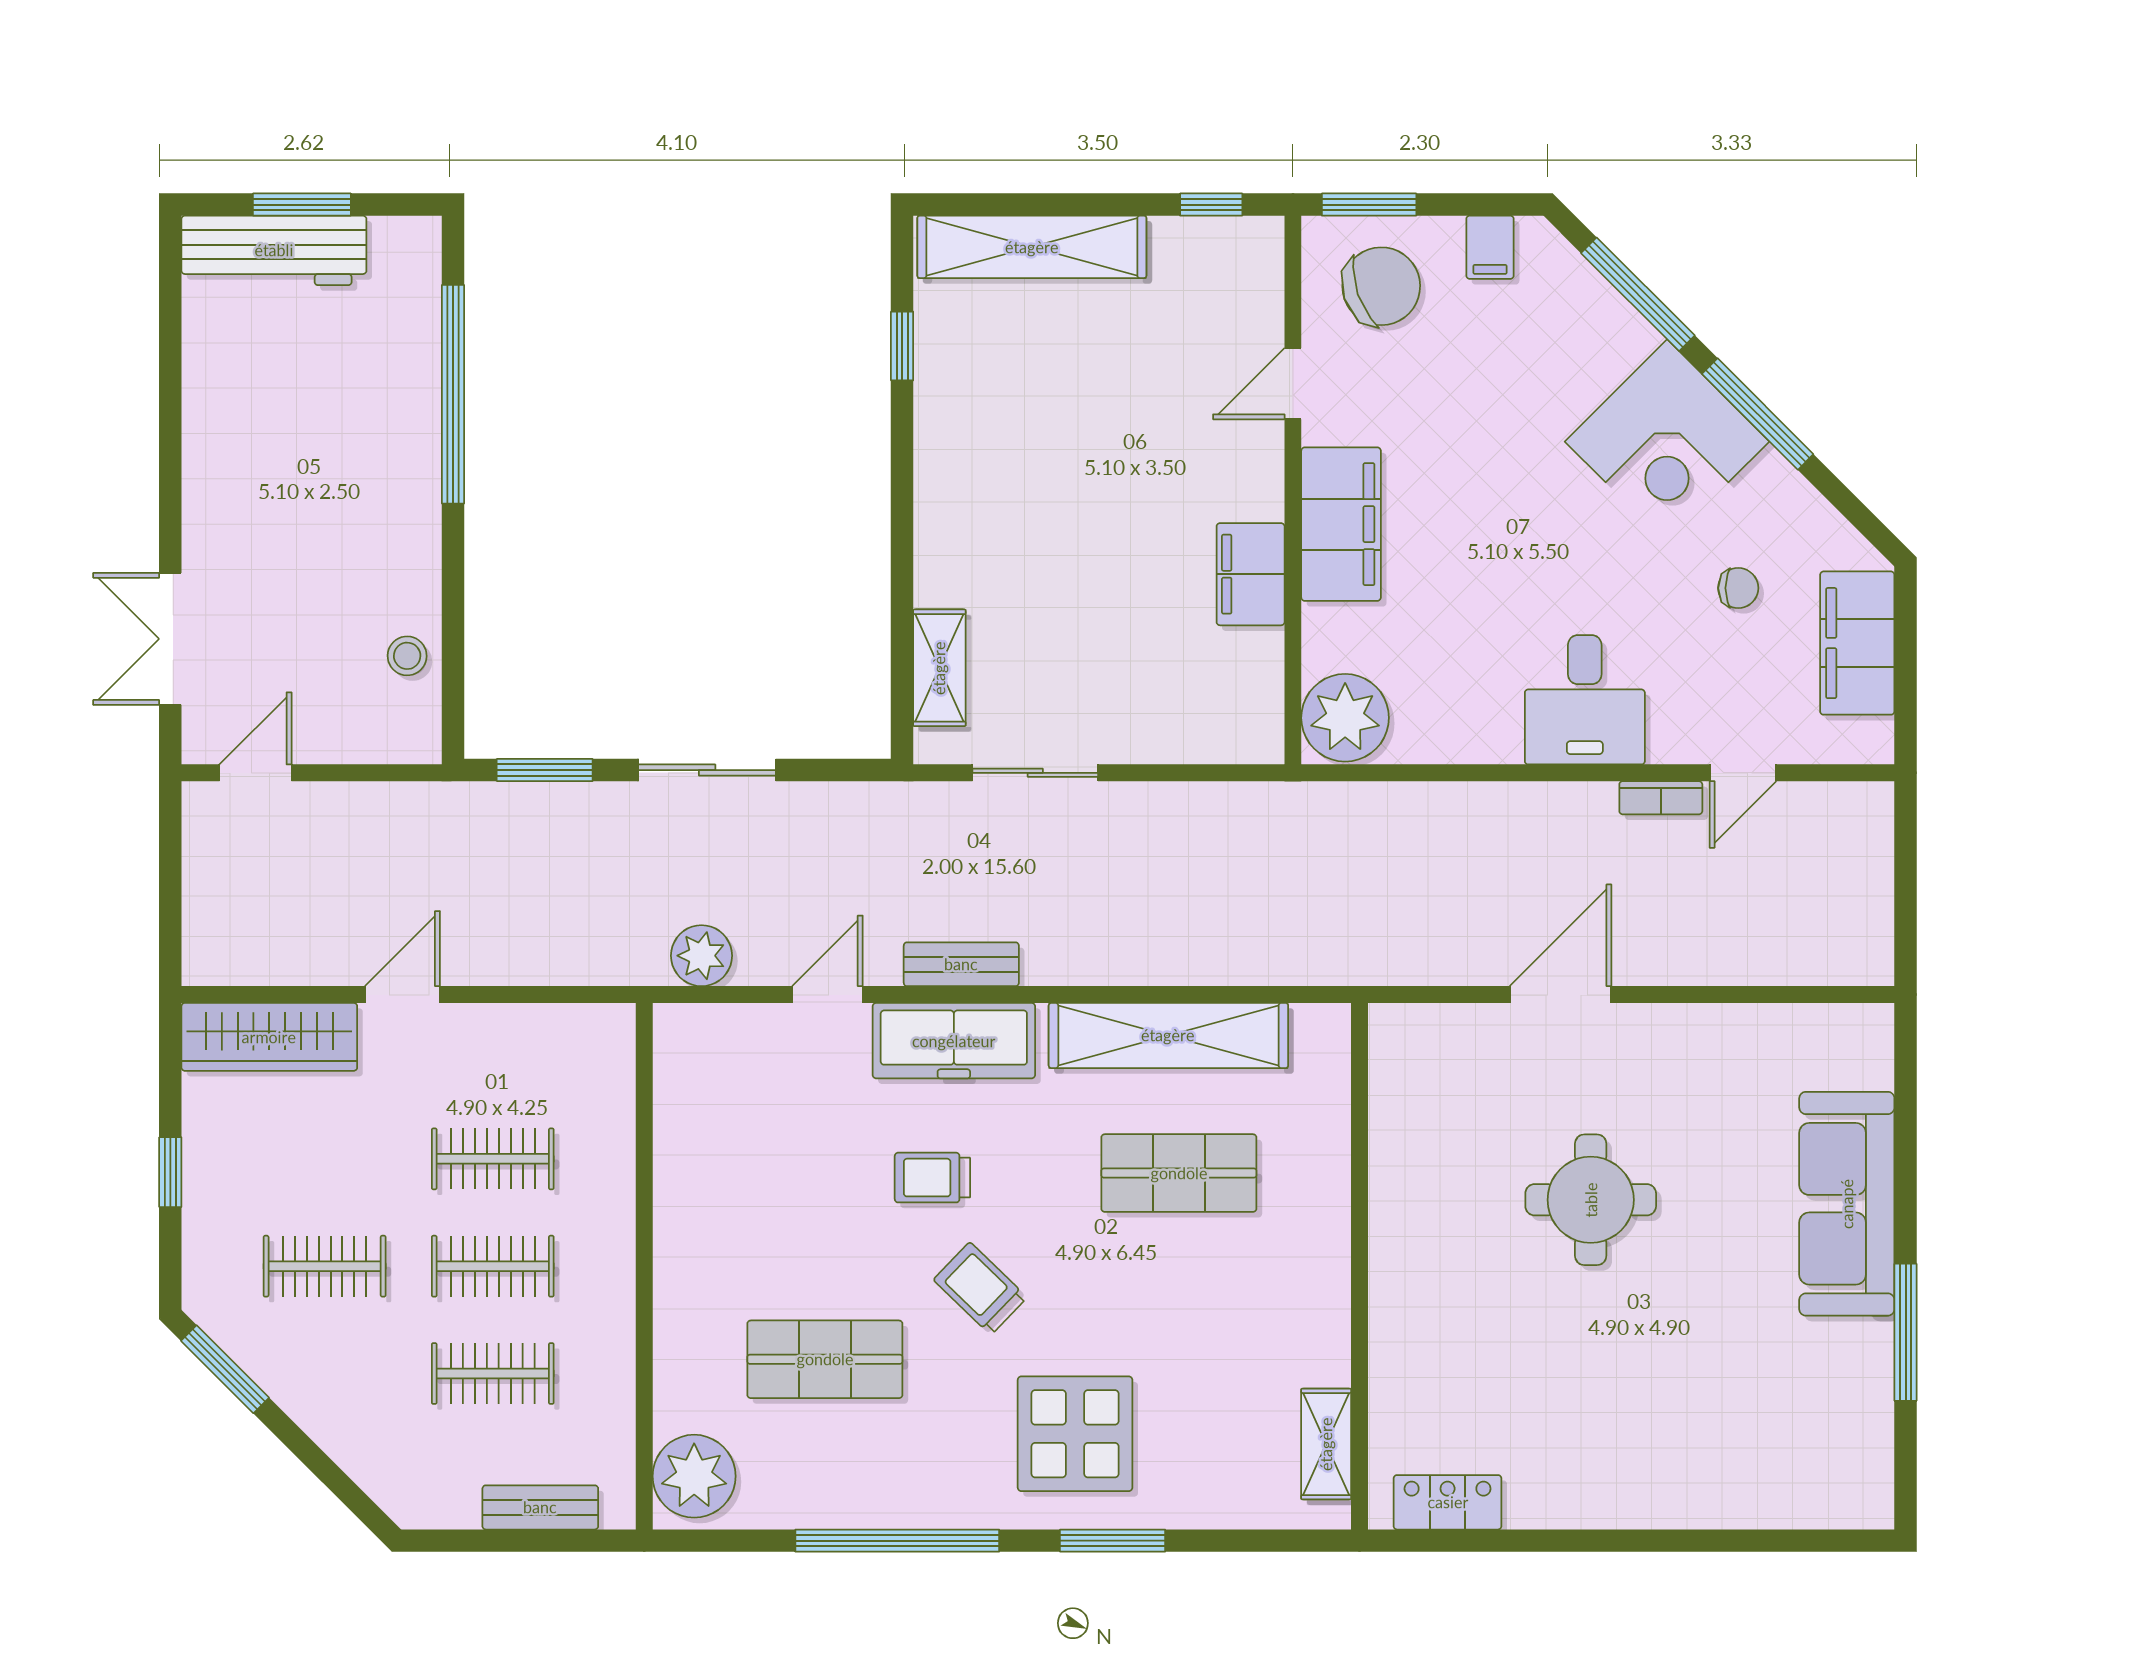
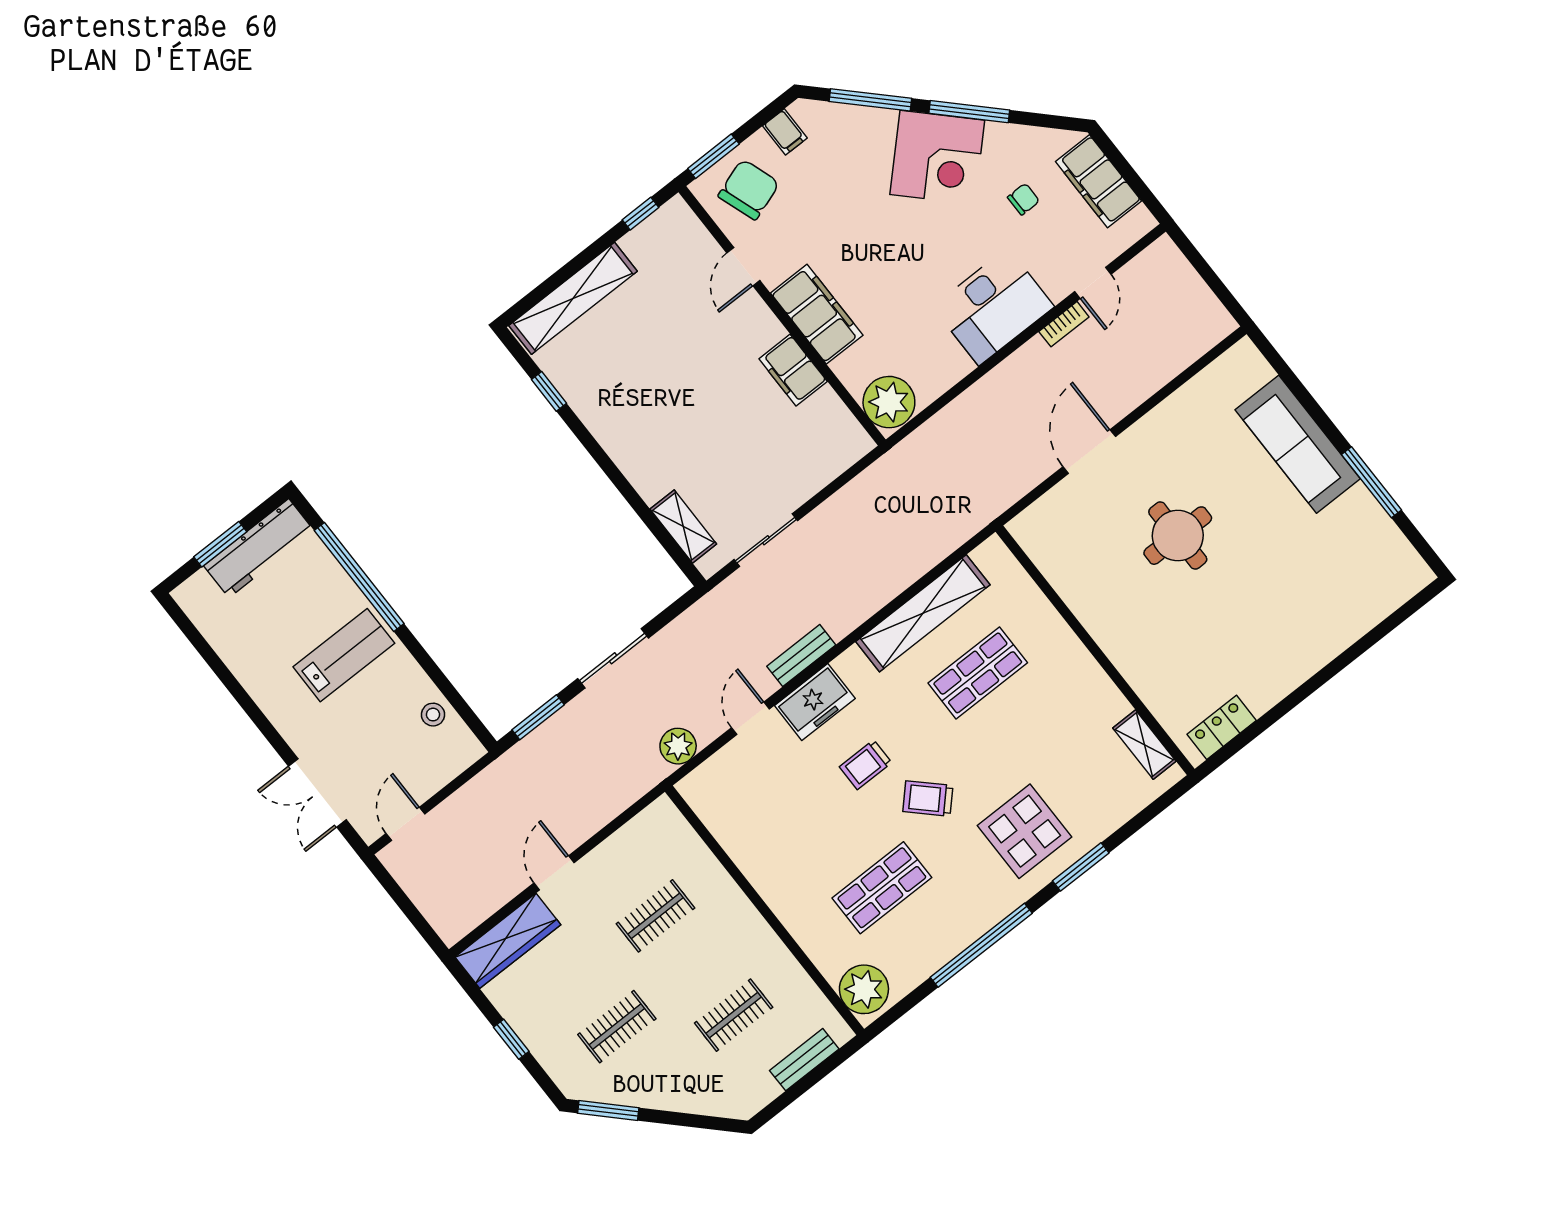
workbench: (274, 250) -> (259, 548), moved
lab bench: (350, 483) -> (344, 655), added
desk: (1585, 700) -> (993, 307), width x1.37
freezer: (954, 1041) -> (815, 702), width x0.71
clothes rail: (493, 1266) -> (695, 965), removed

